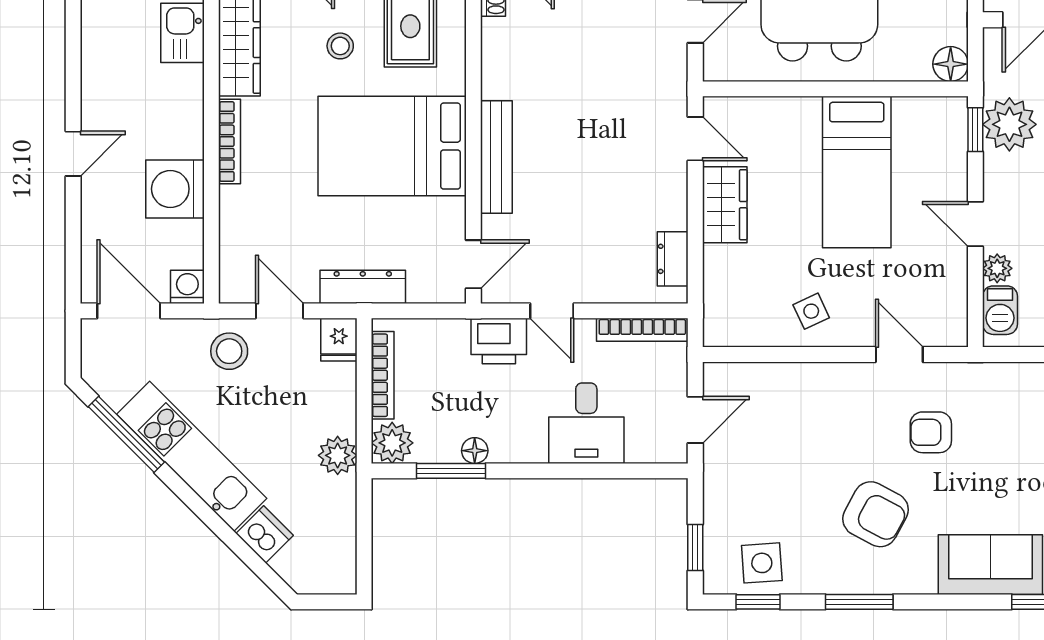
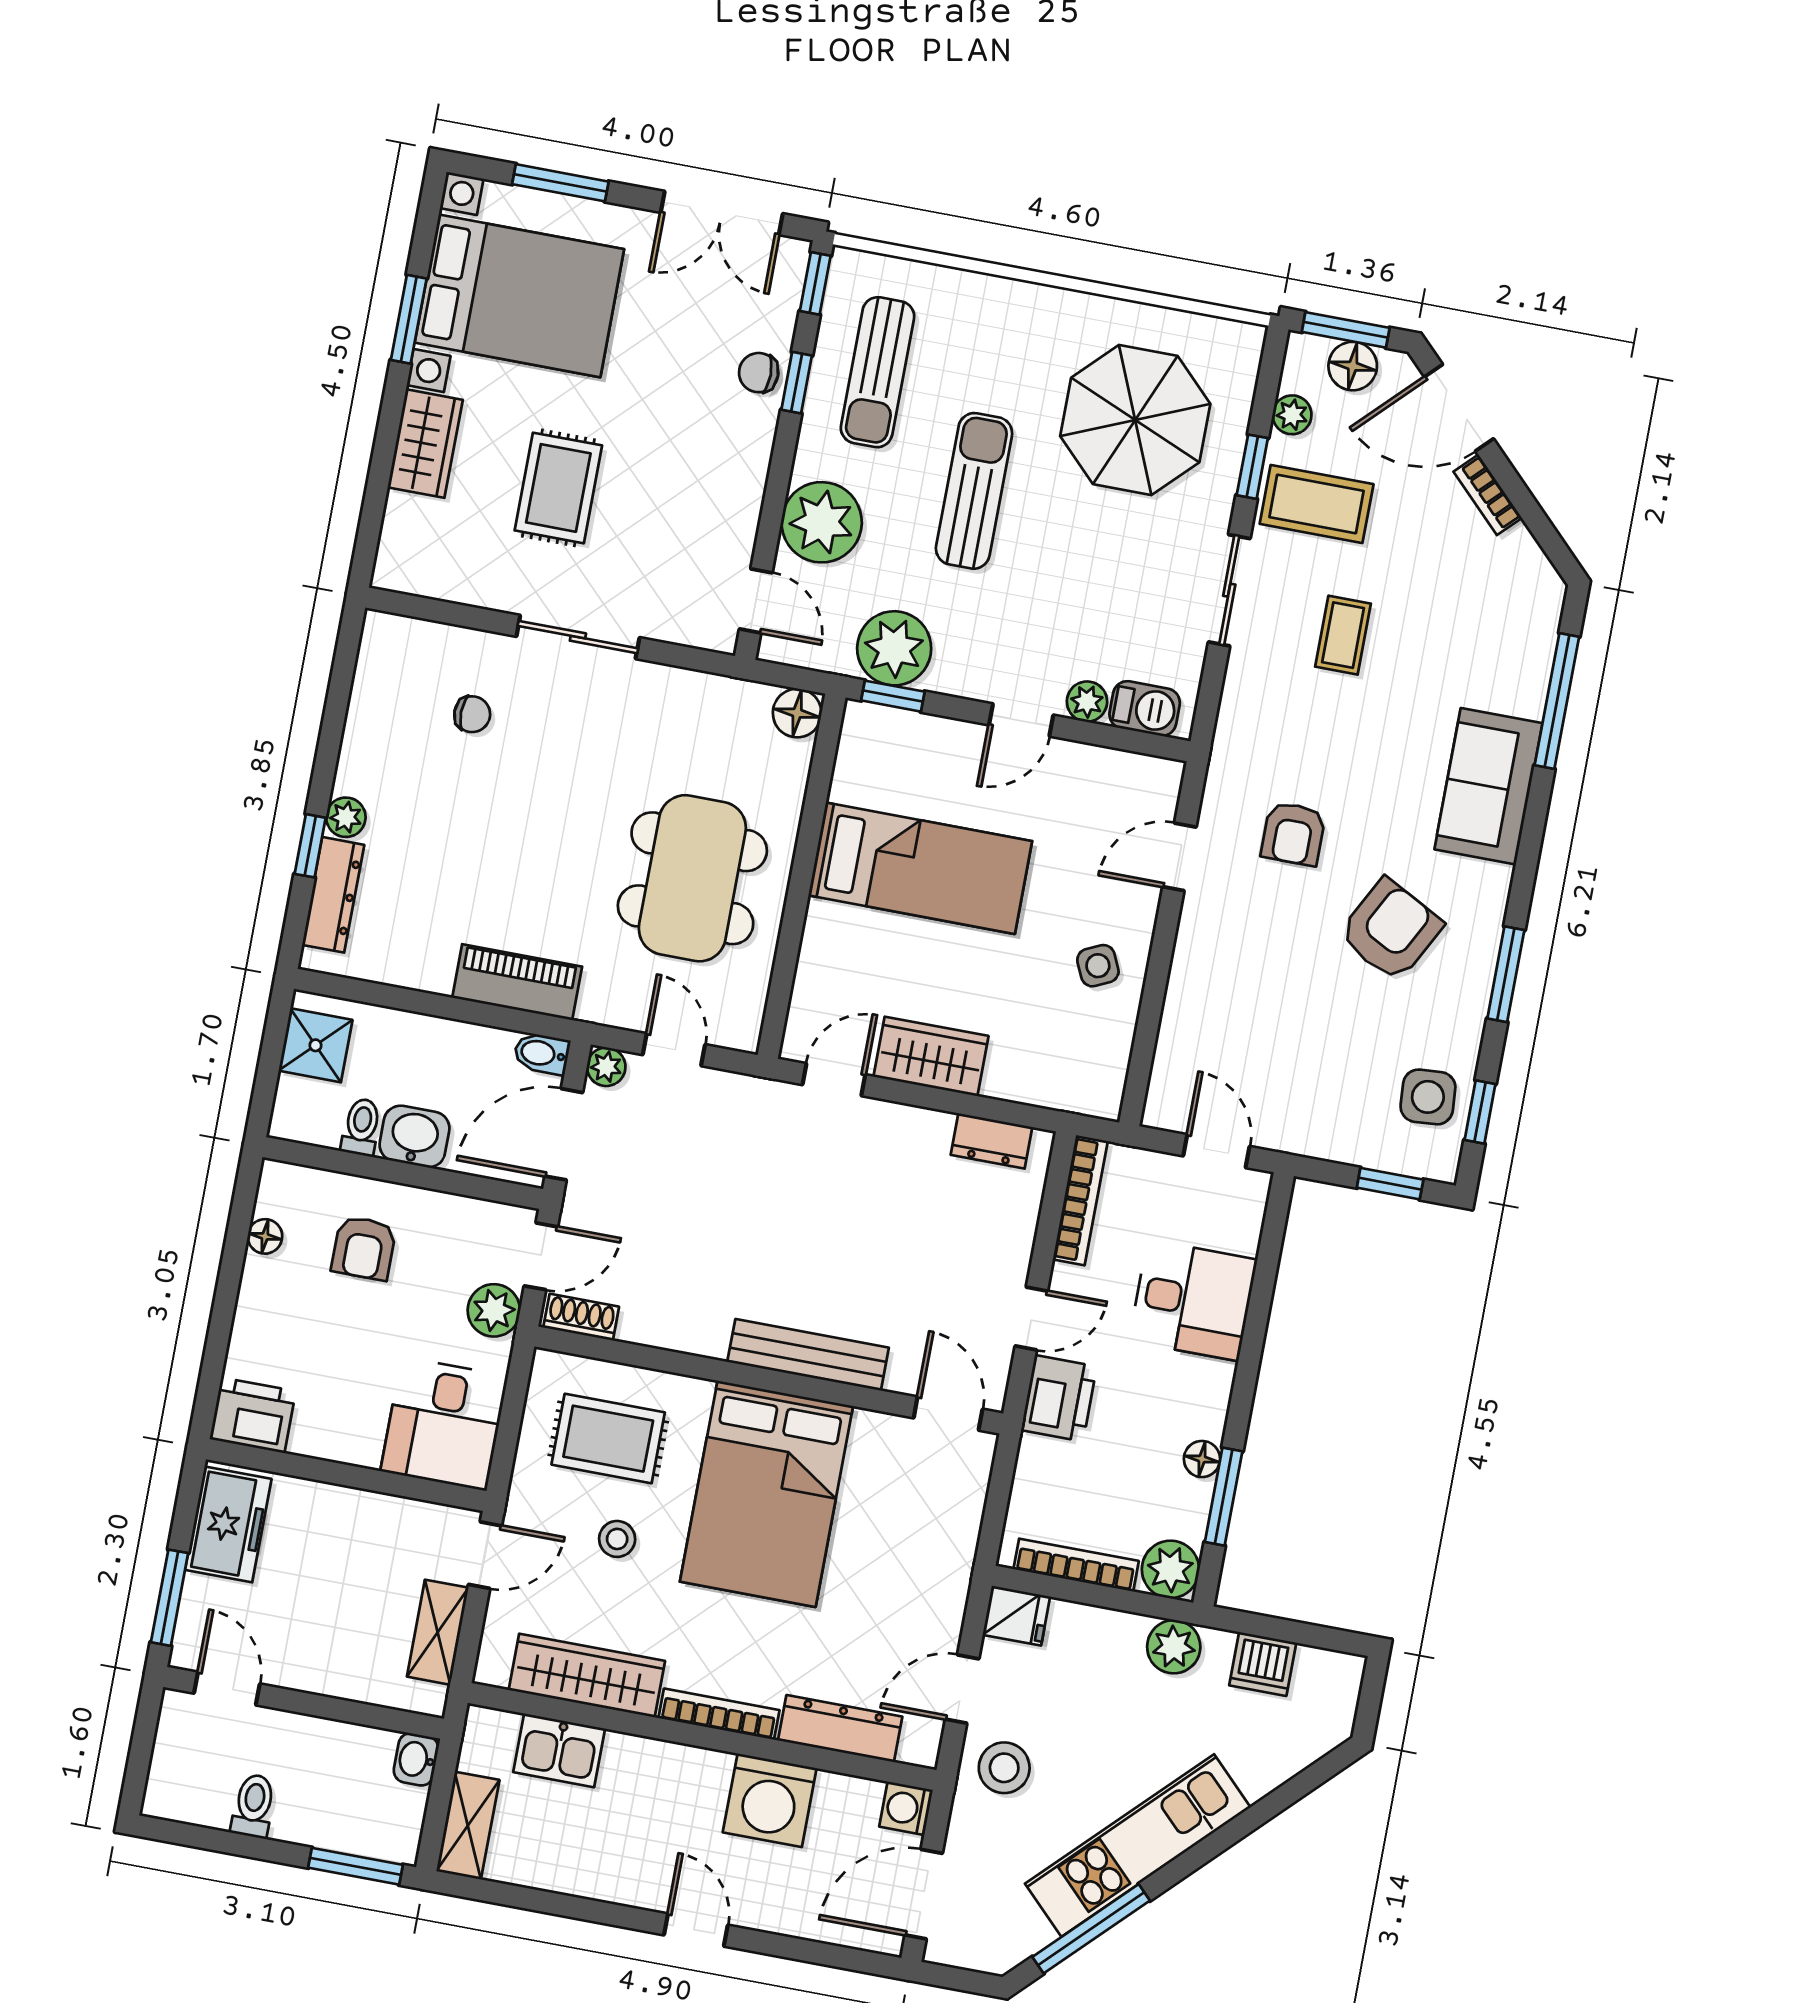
dresser: (363, 287) -> (840, 1729), moved, turned 90
dishwasher: (265, 534) -> (1263, 1664), moved, turned -135

